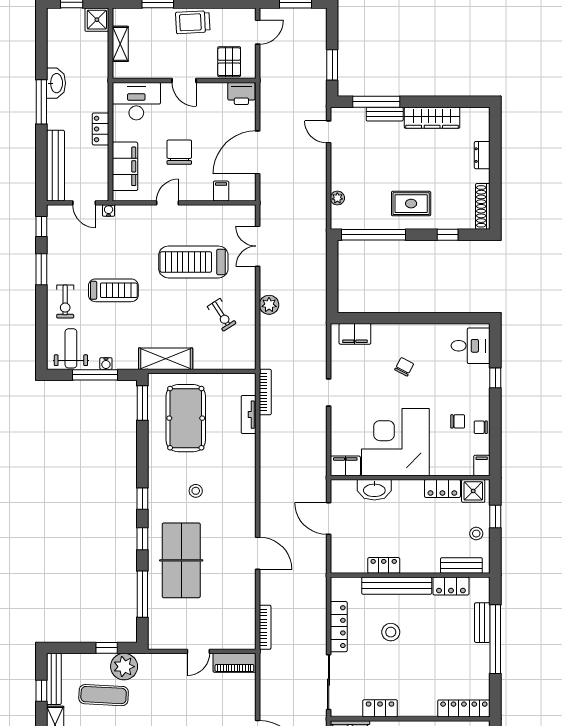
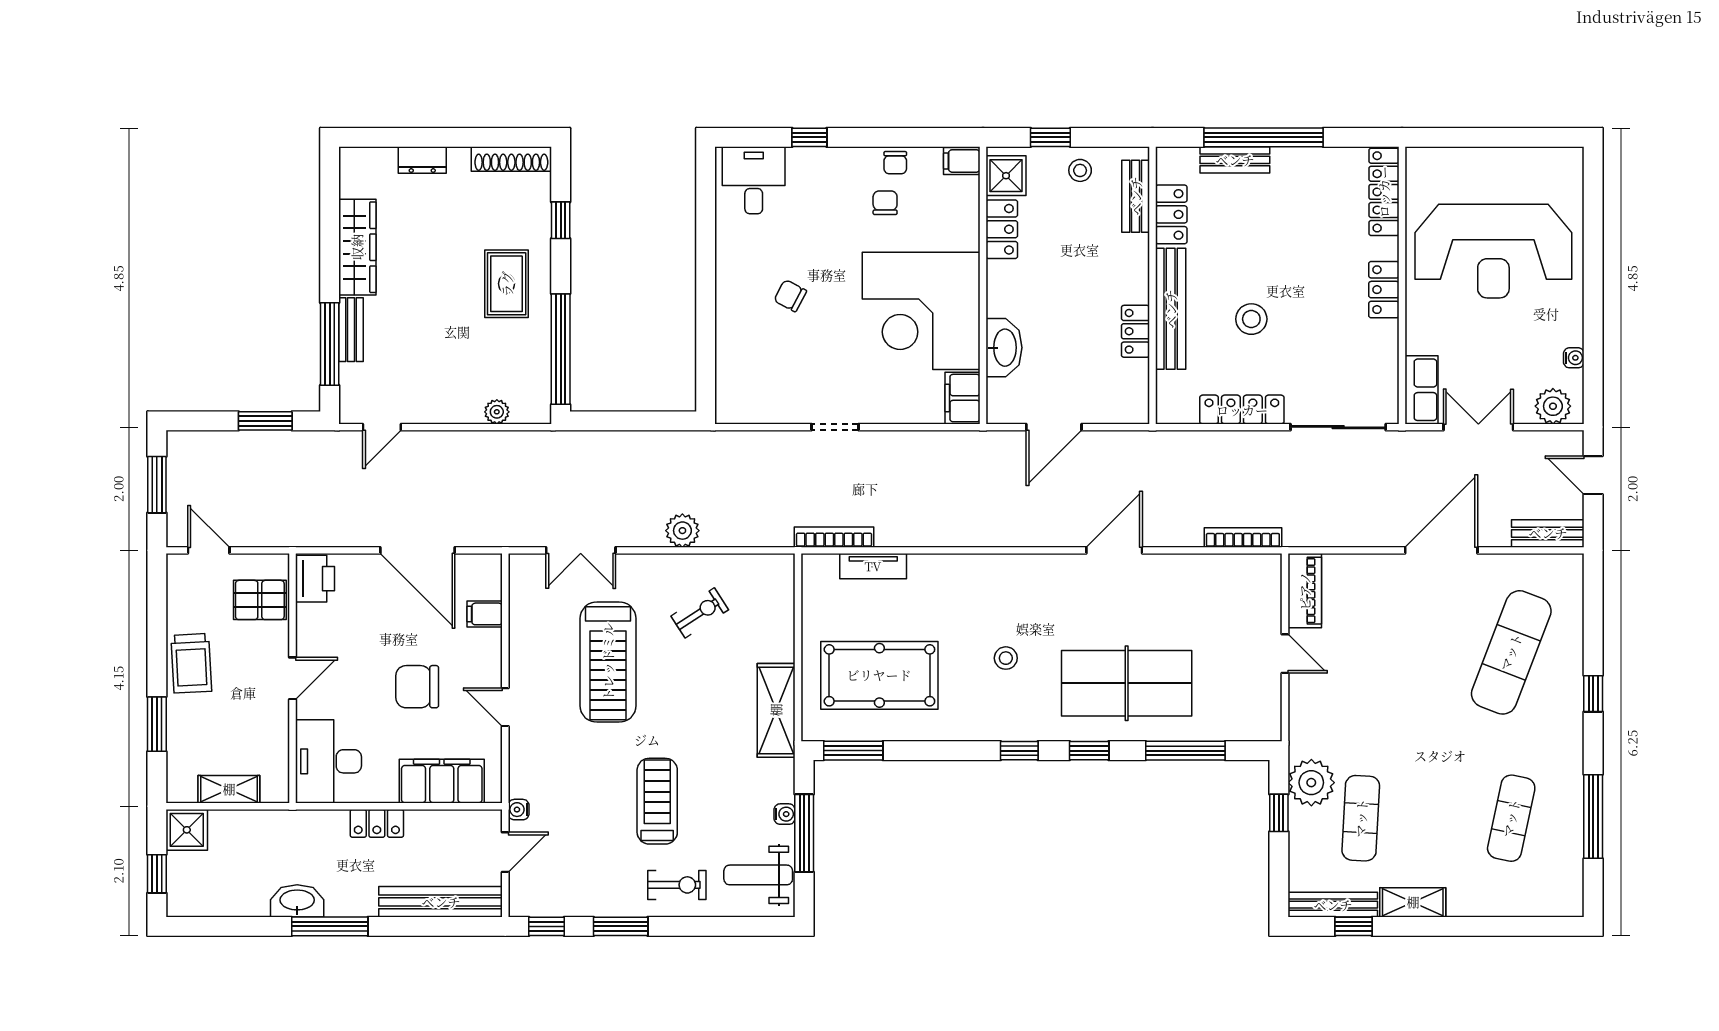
filing cabinet: (355, 334) -> (733, 381), removed
locker: (380, 708) -> (1384, 290), moved

